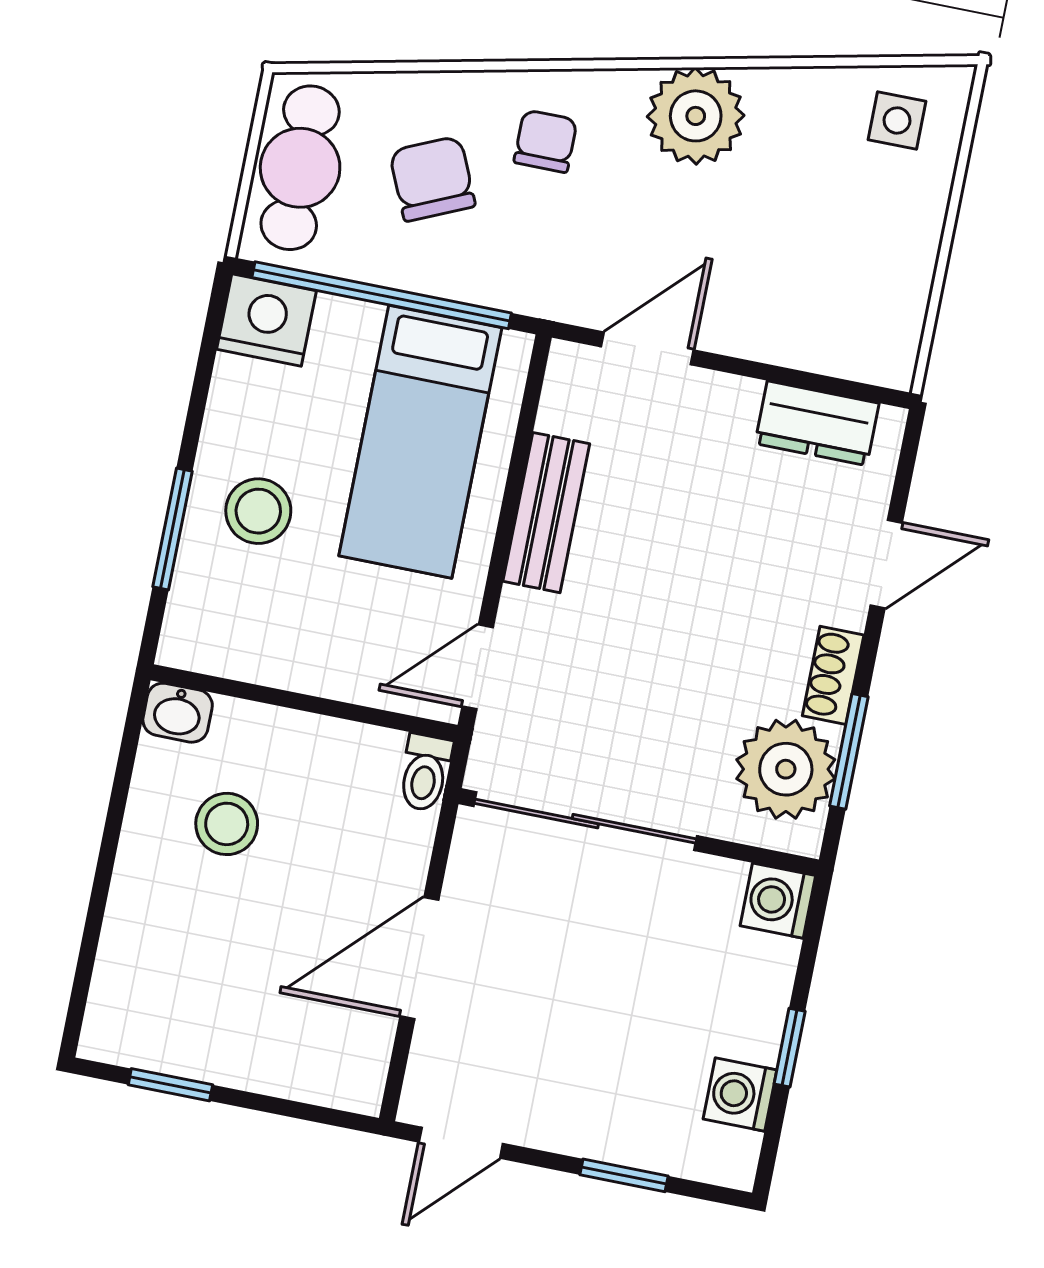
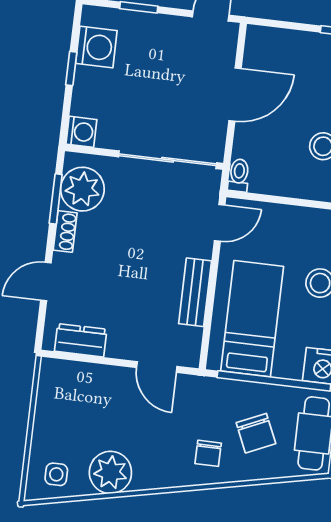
plant: (696, 116) -> (110, 472), moved
door: (647, 348) -> (157, 367), hinge flipped
washing machine: (740, 1094) -> (96, 47), width x1.38, depth x1.38

